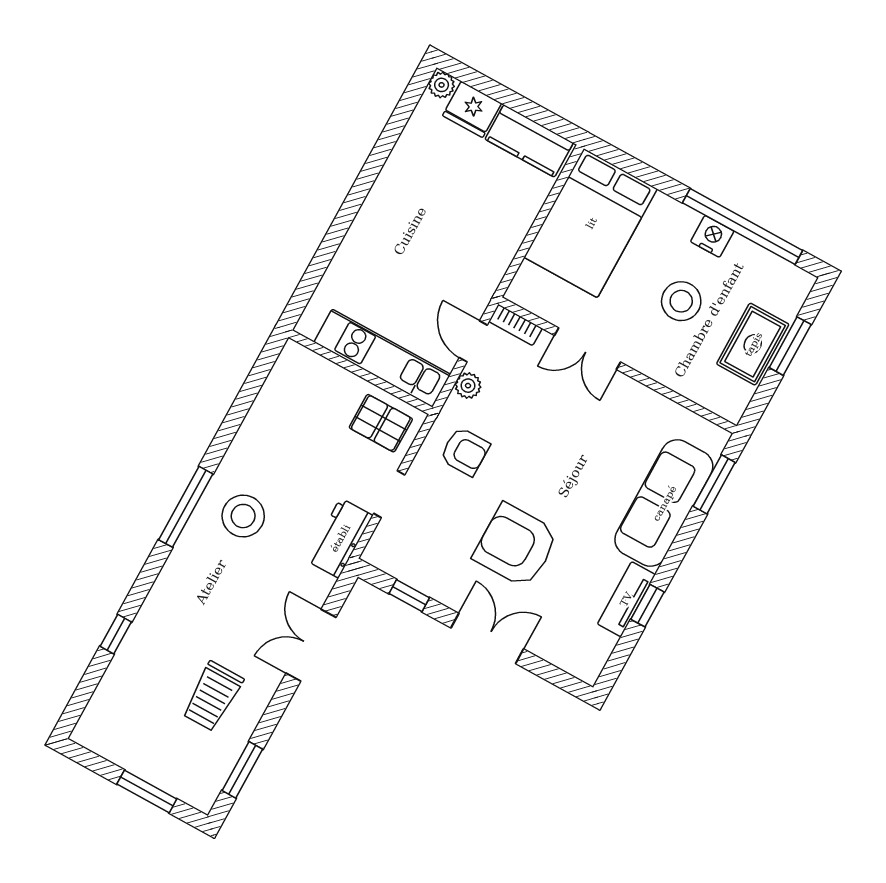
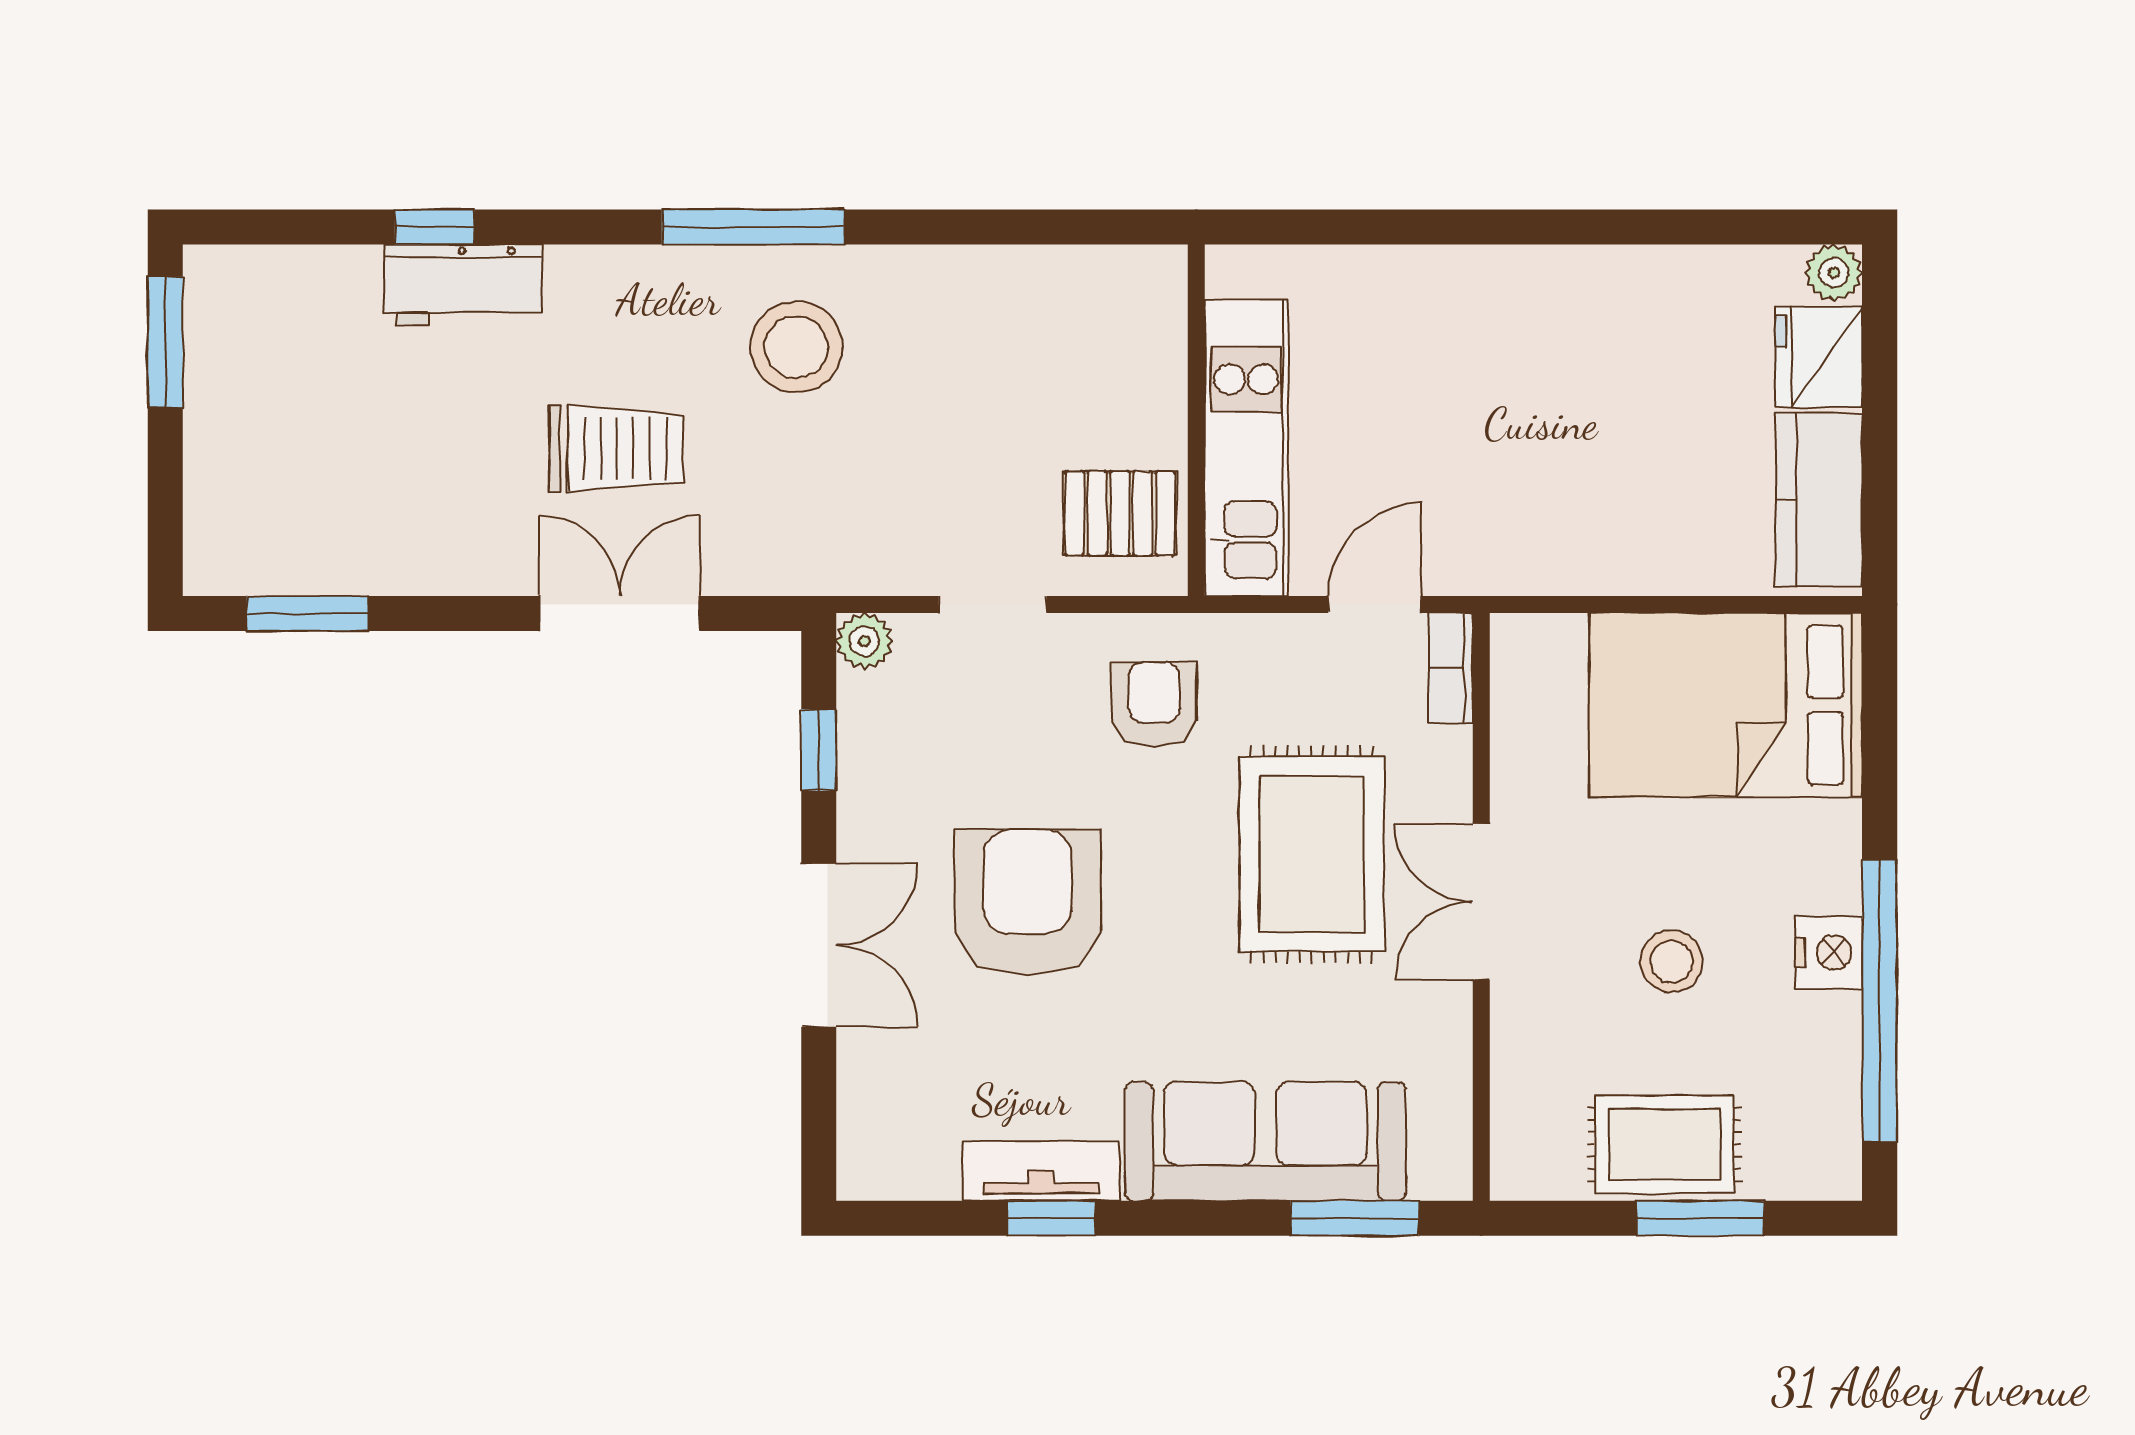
stool: (681, 301) -> (1672, 961), width x0.73, depth x0.73
double door: (588, 349) -> (1481, 902), moved
plant: (468, 386) -> (864, 641), moved
rug: (559, 421) -> (1312, 854), added
pallet: (381, 423) -> (1120, 513), turned 90
armchair: (465, 451) -> (1154, 704), turned 180
workbench: (340, 538) -> (463, 285), moved, turned 180
trolley: (213, 696) -> (616, 449), moved, turned 180
window: (147, 791) -> (165, 342), moved

